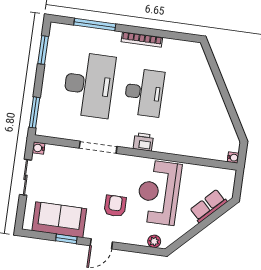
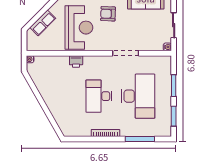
desk: (89, 85) -> (138, 96), turned 180
window: (34, 112) -> (174, 86), moved
printer: (143, 142) -> (76, 61), moved
armchair: (115, 206) -> (108, 14), turned 92

